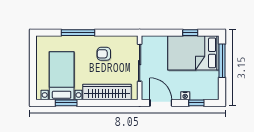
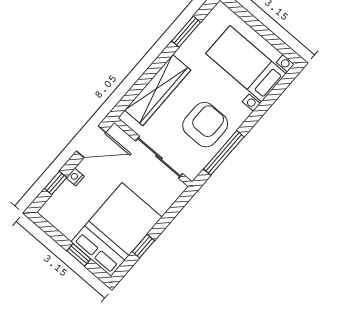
window: (78, 33) -> (224, 153), moved
armchair: (104, 54) -> (205, 125), width x1.88, depth x1.88
window: (222, 61) -> (79, 255), width x0.46
bed with nightstands: (62, 76) -> (246, 64), moved, turned 180

